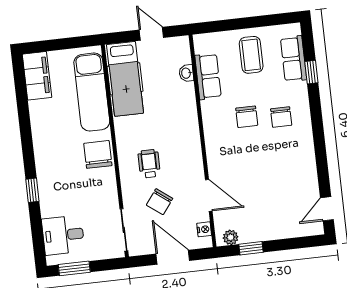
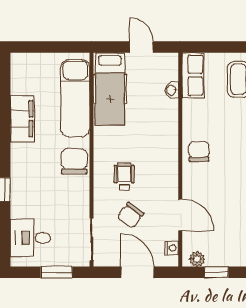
filing cabinet: (37, 76) -> (22, 119), moved
row of seats: (208, 76) -> (193, 75), moved
chair: (247, 117) -> (199, 151), moved, turned 180
window: (74, 268) -> (57, 272), moved

